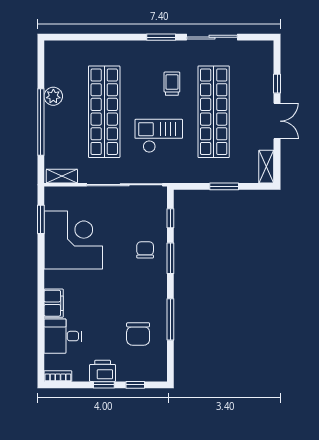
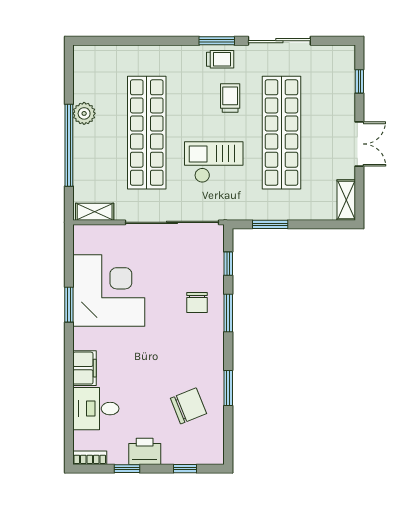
trolley: (164, 52) -> (220, 59), added
window: (277, 84) -> (359, 81), moved
window: (224, 186) -> (270, 224), moved
window: (41, 219) -> (69, 305), moved
chair: (145, 250) -> (197, 303), turned 180
window: (170, 319) -> (228, 388), width x0.69
chair: (138, 334) -> (188, 406), turned -112
window: (104, 385) -> (127, 469), moved

